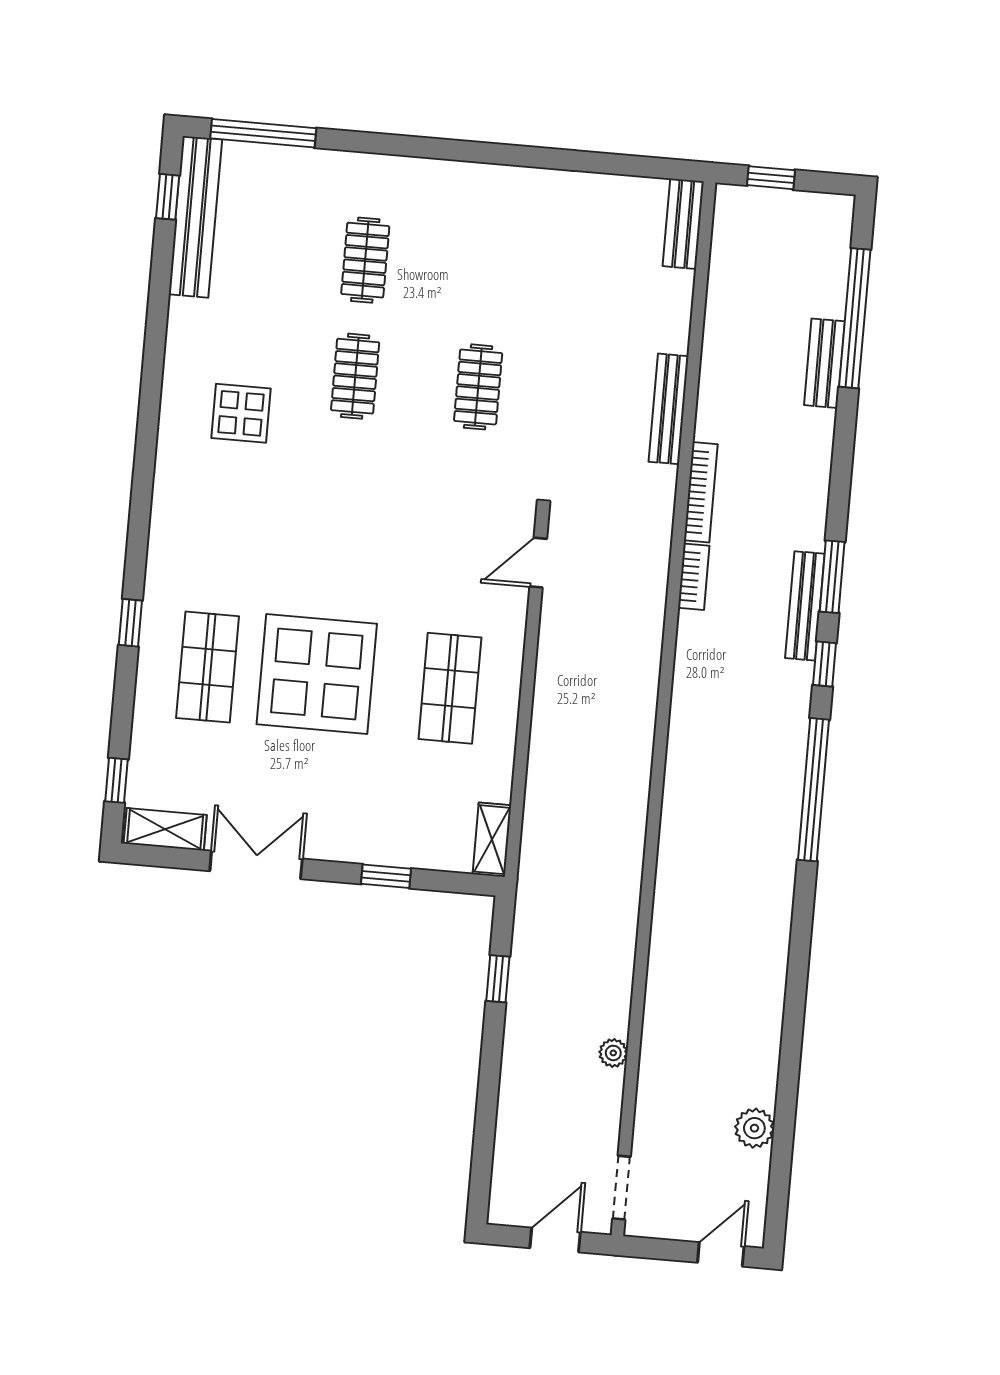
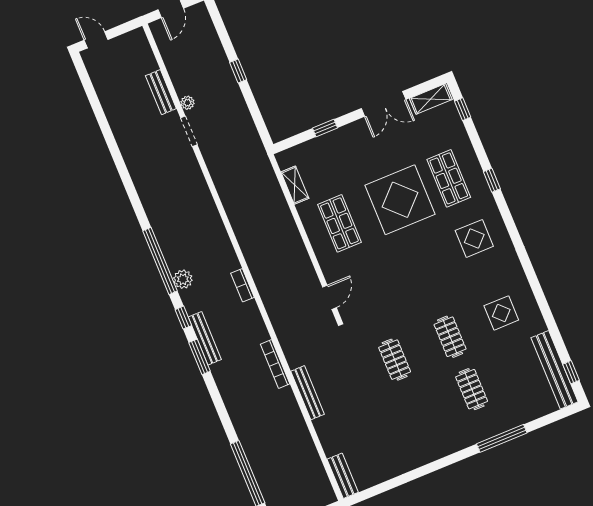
window: (263, 133) -> (502, 438), moved
bench: (824, 363) -> (161, 92), moved
display table: (241, 413) -> (501, 313), moved
display table: (218, 533) -> (474, 238), added
bookcase: (694, 577) -> (242, 285), moved
shelving: (492, 840) -> (295, 185), moved
window: (498, 979) -> (238, 71), moved
plant: (754, 1128) -> (183, 279), moved
doorway: (622, 1188) -> (189, 131), moved
door: (721, 1254) -> (96, 40), swing flipped

